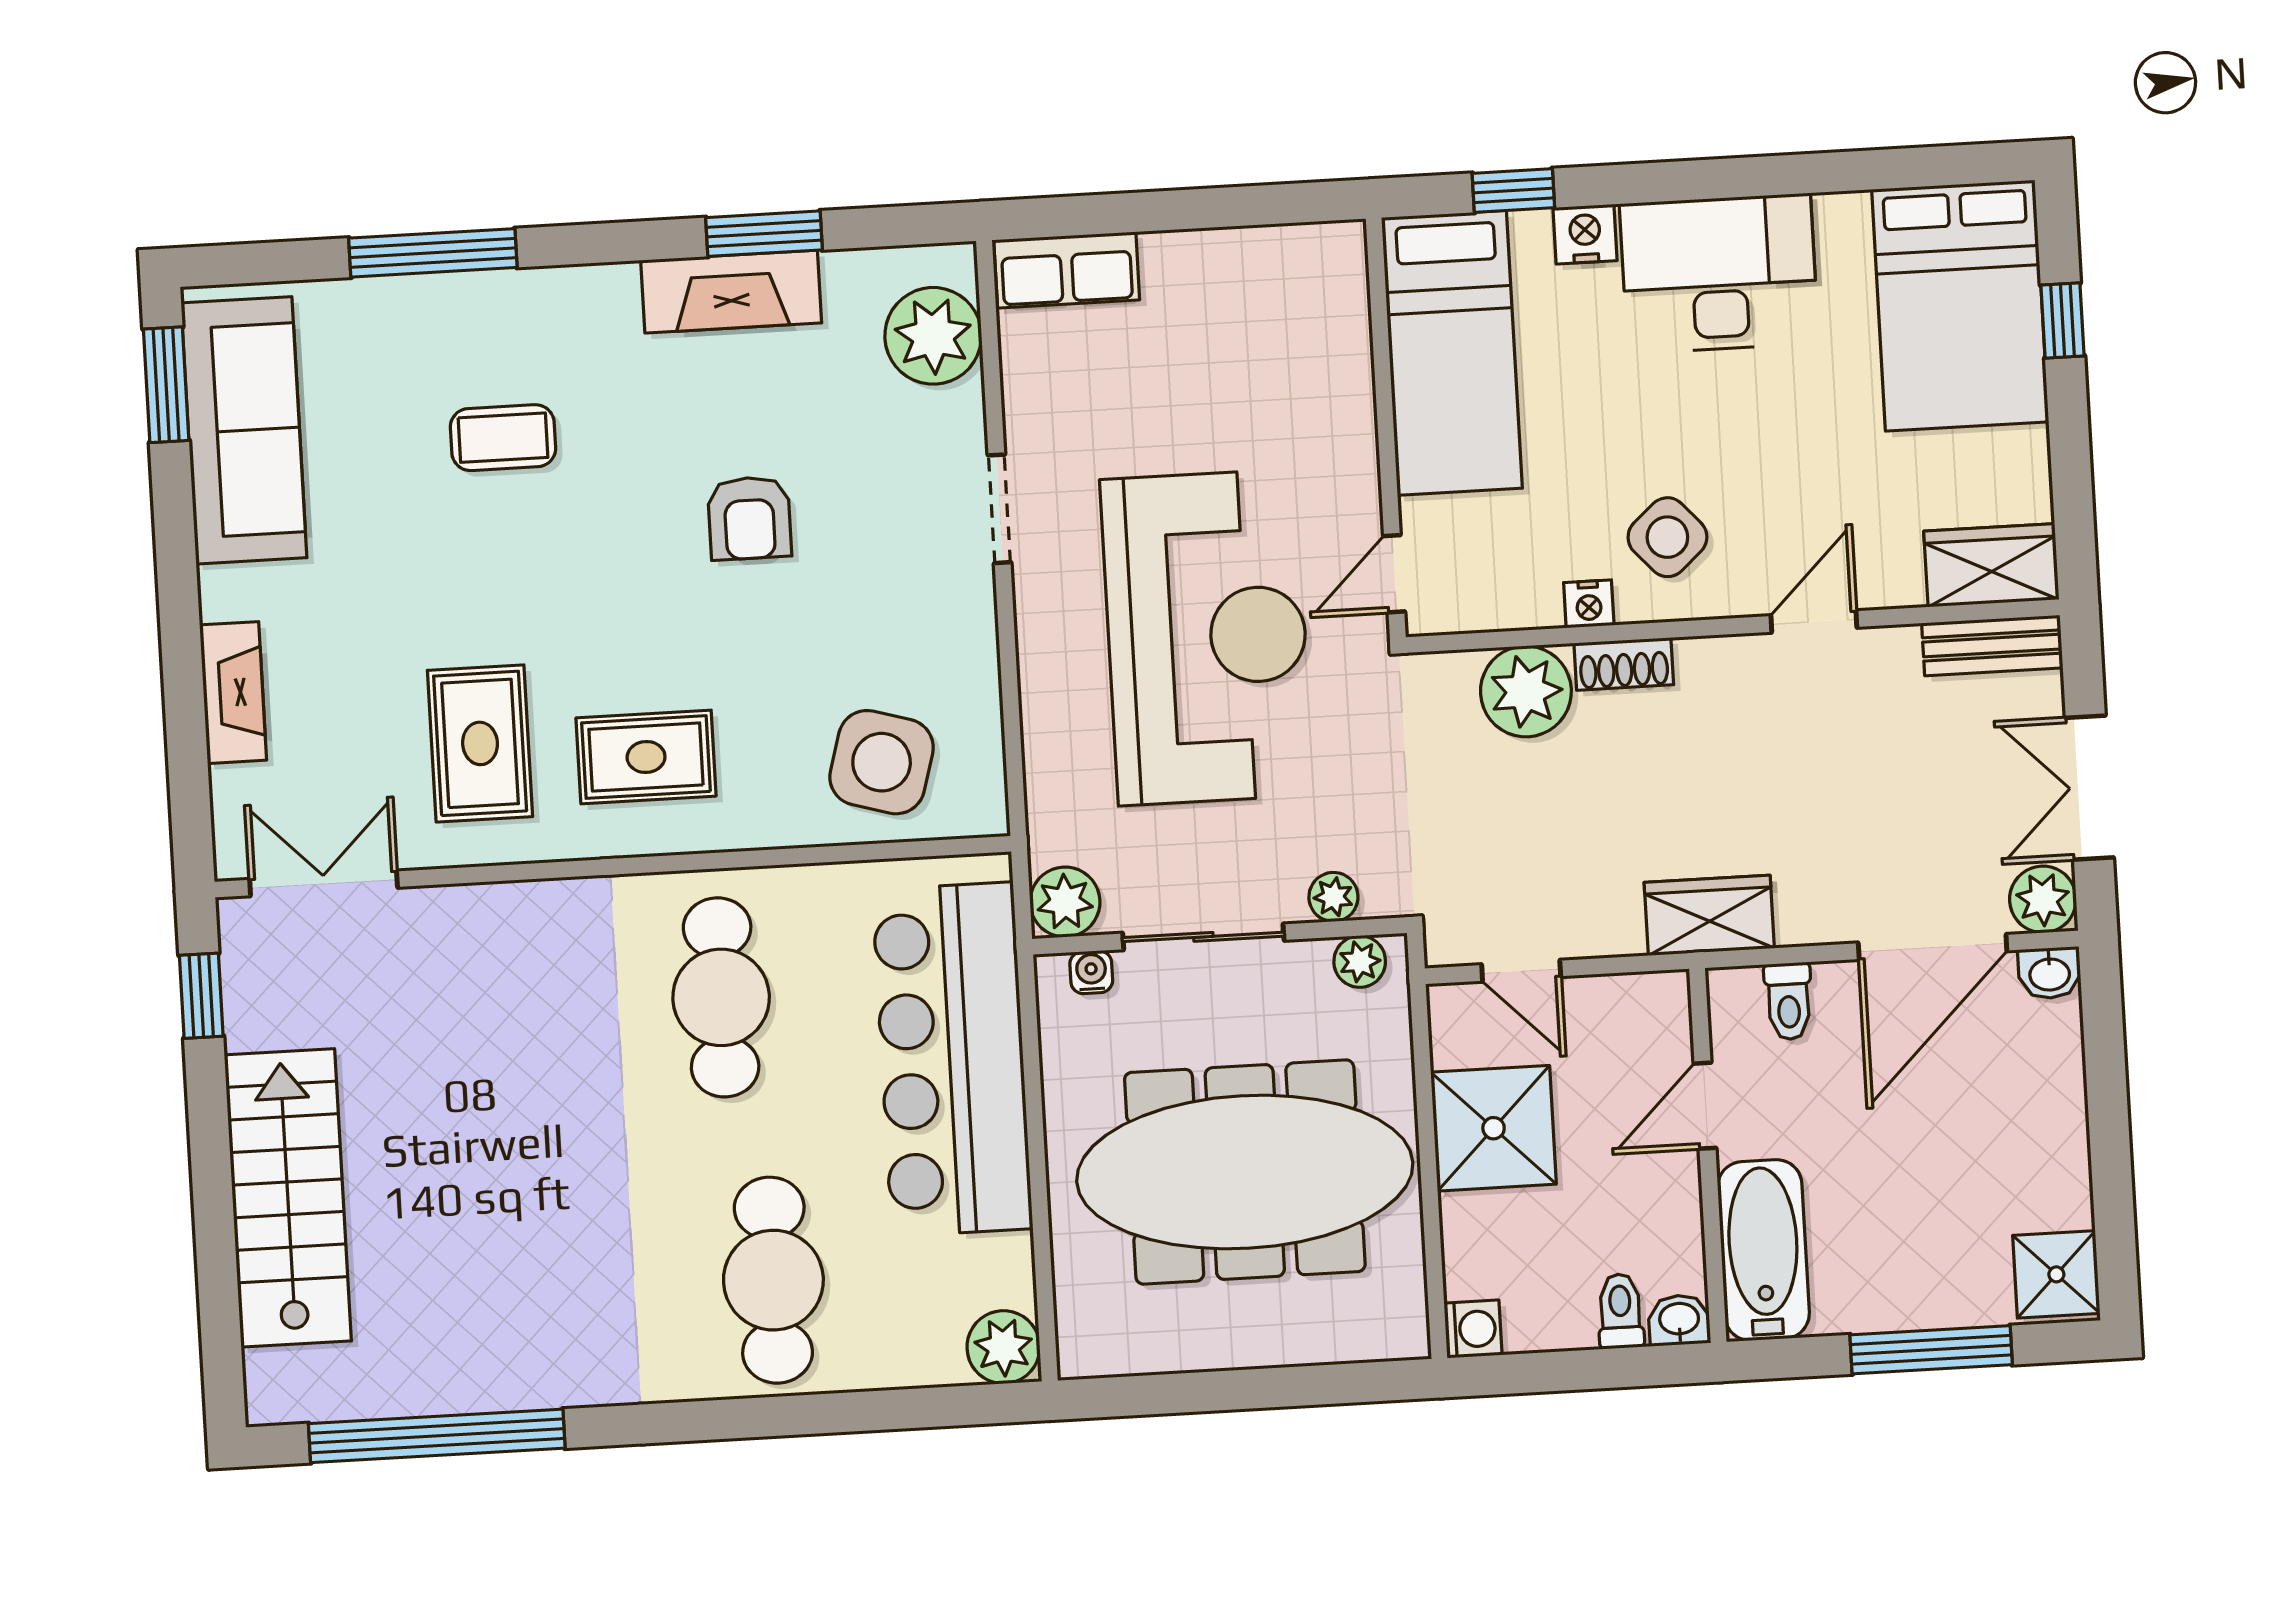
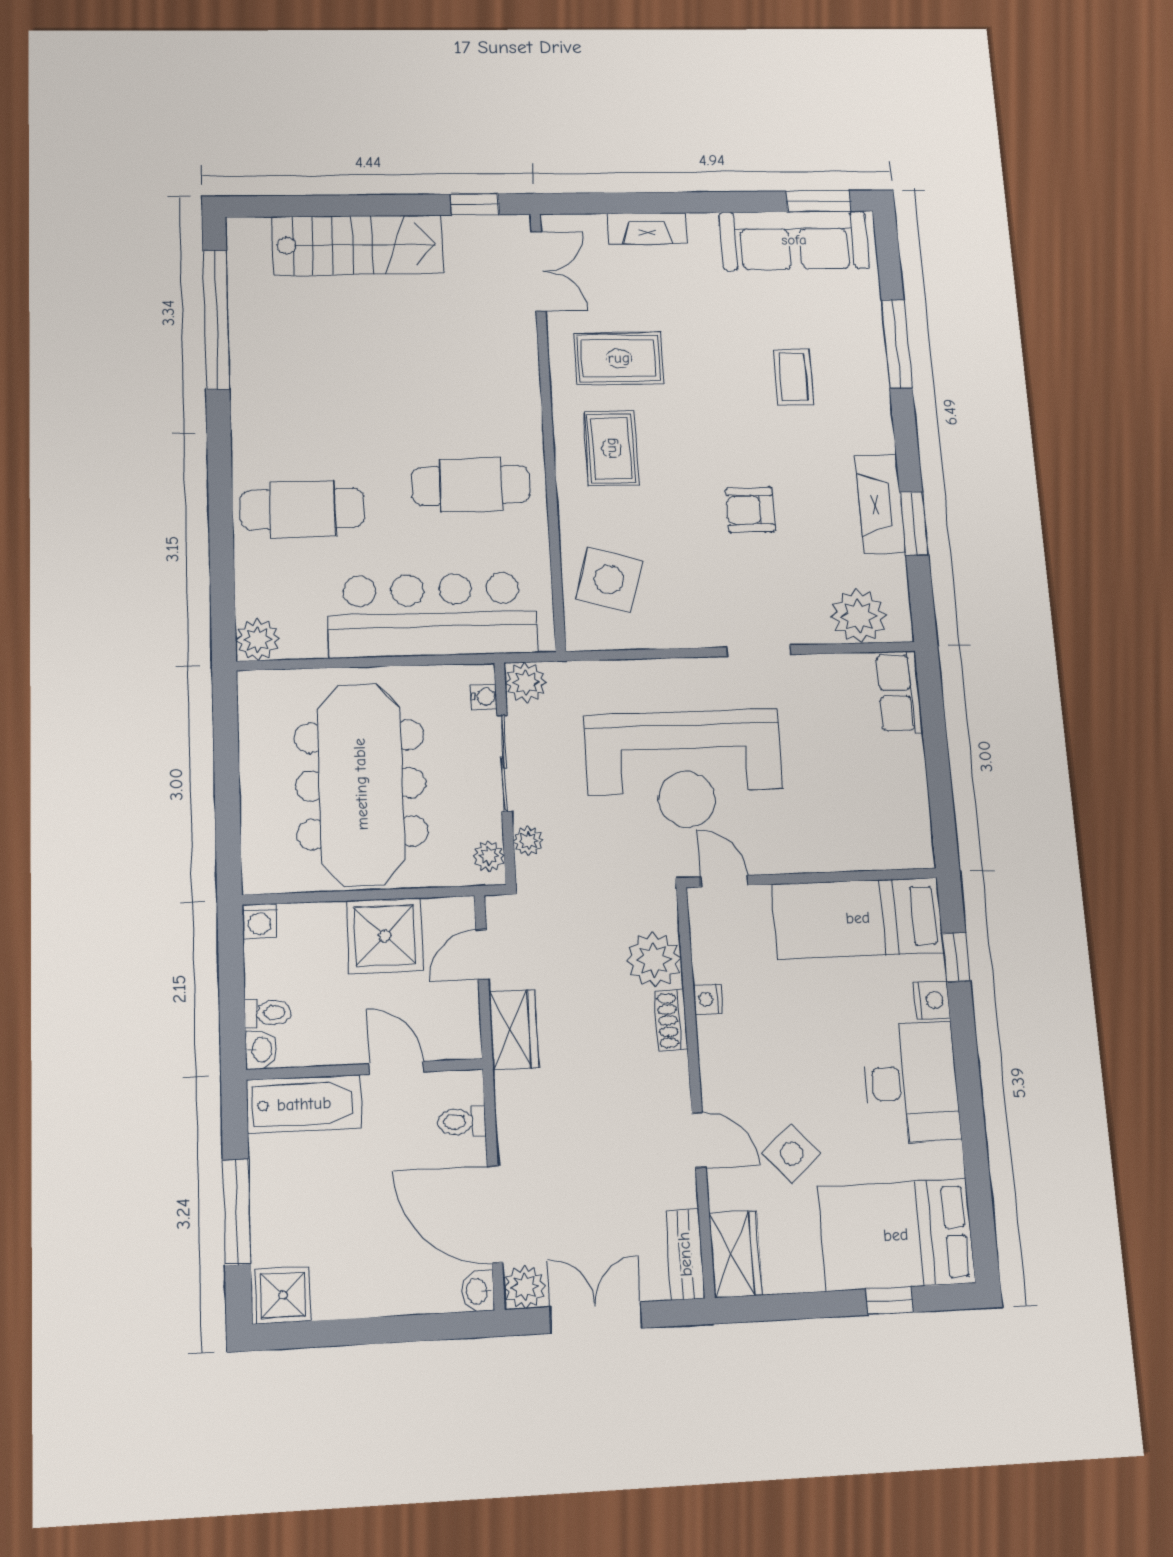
side table: (1667, 537) -> (791, 1154), moved
wardrobe: (1709, 915) -> (514, 1029), moved

